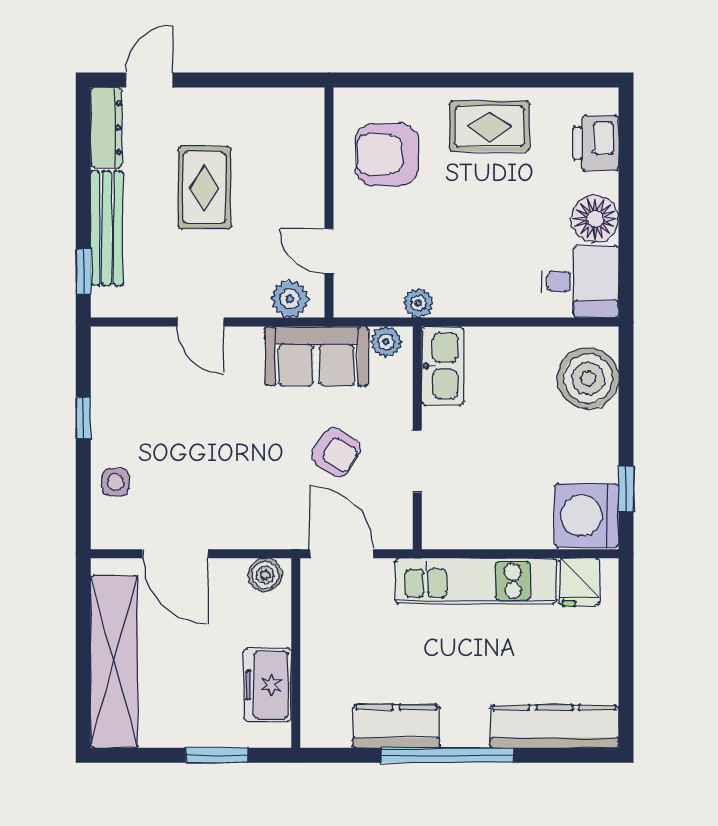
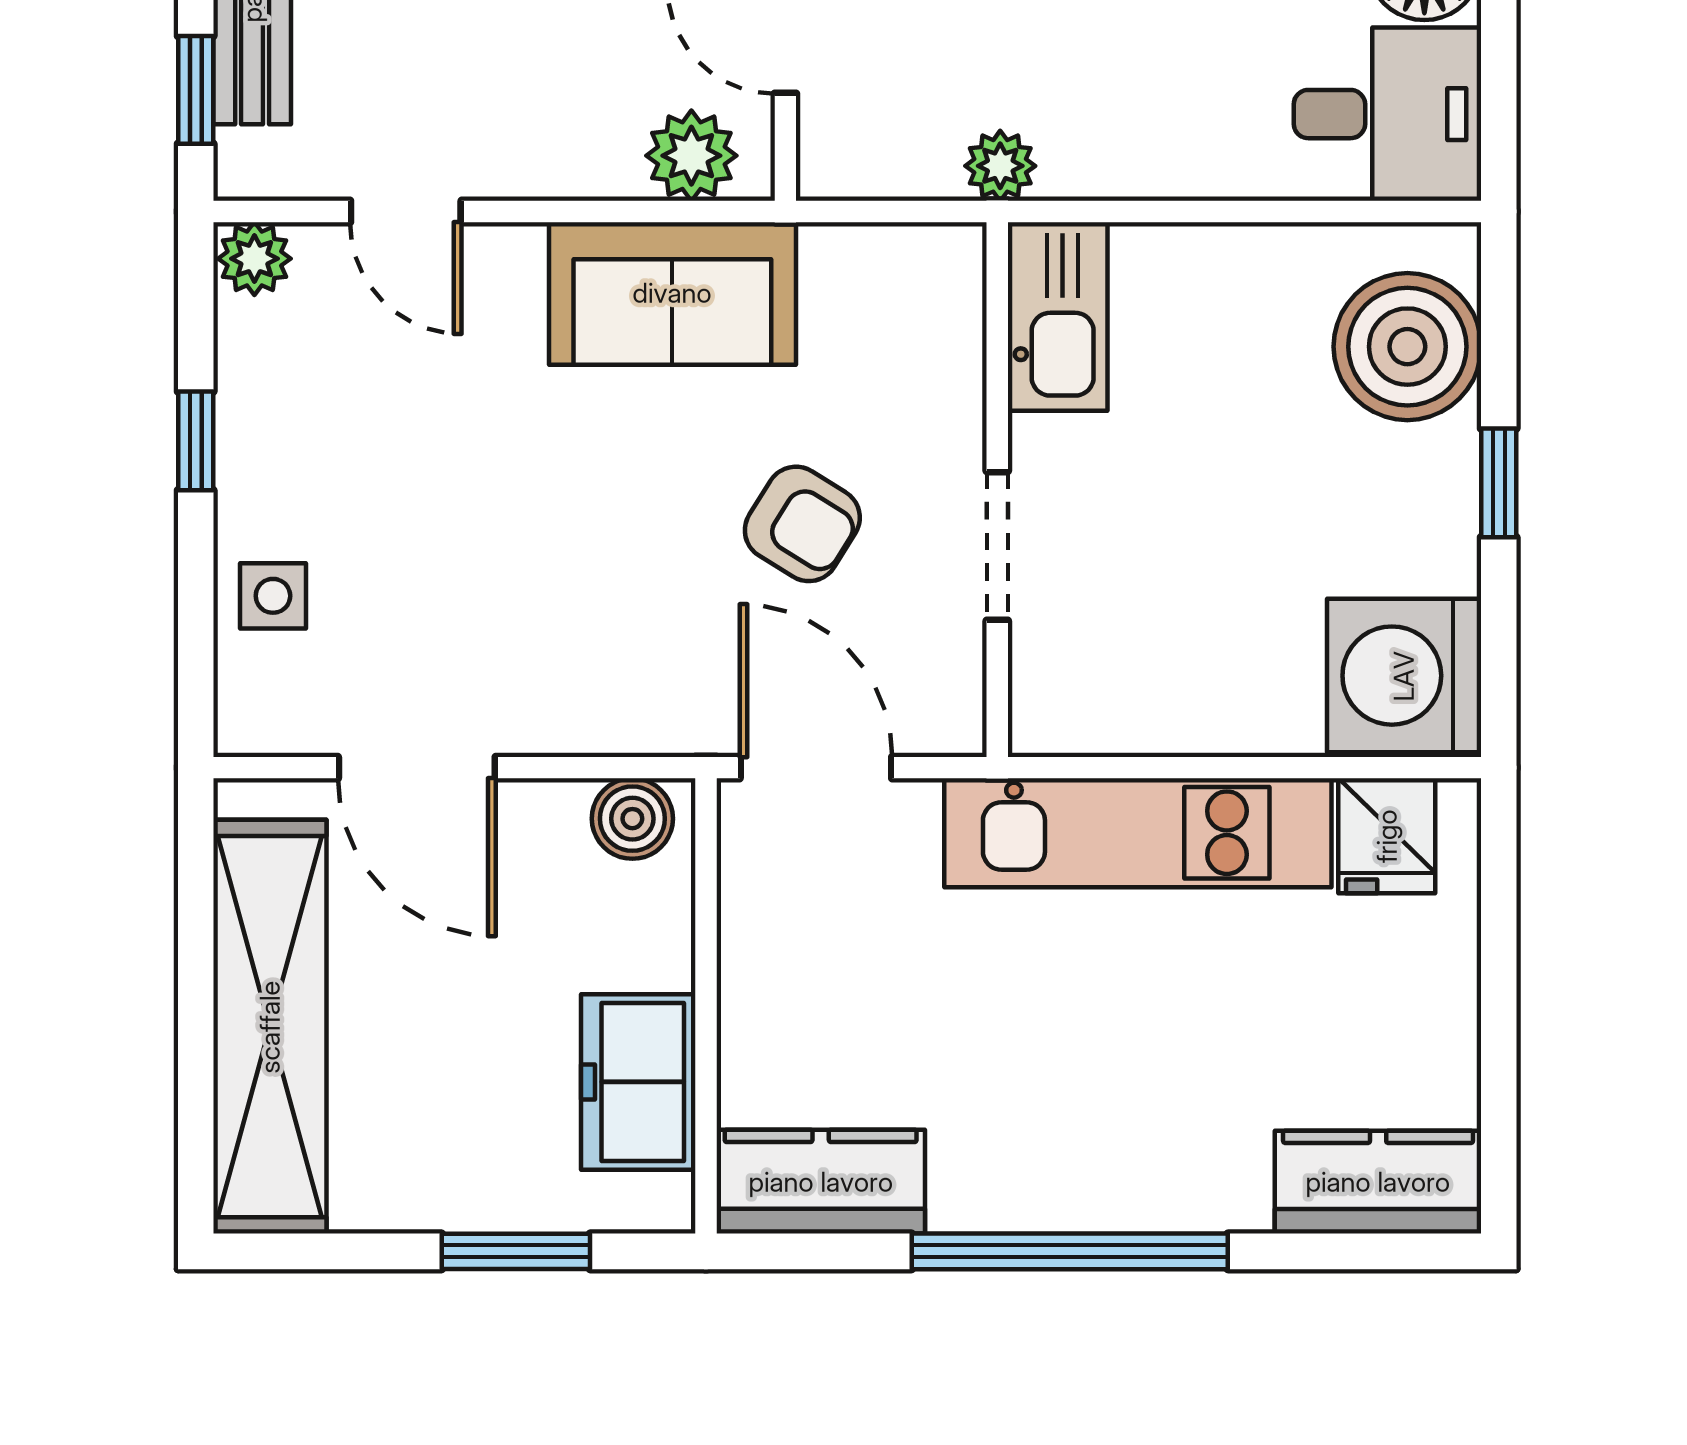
door: (200, 322) -> (406, 211), moved
plant: (386, 342) -> (254, 259), moved
sofa: (316, 356) -> (672, 293), moved
window: (626, 489) -> (1499, 483), moved
kitchen counter: (396, 726) -> (821, 1182), moved
kitchen counter: (554, 727) -> (1378, 1182), width x0.67

